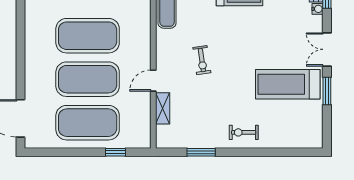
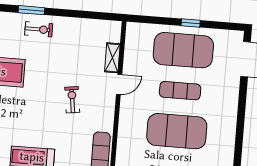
exercise mat: (88, 79) -> (180, 91), width x0.50, depth x0.69
window: (115, 152) -> (191, 23), moved
window: (201, 152) -> (31, 10), moved

